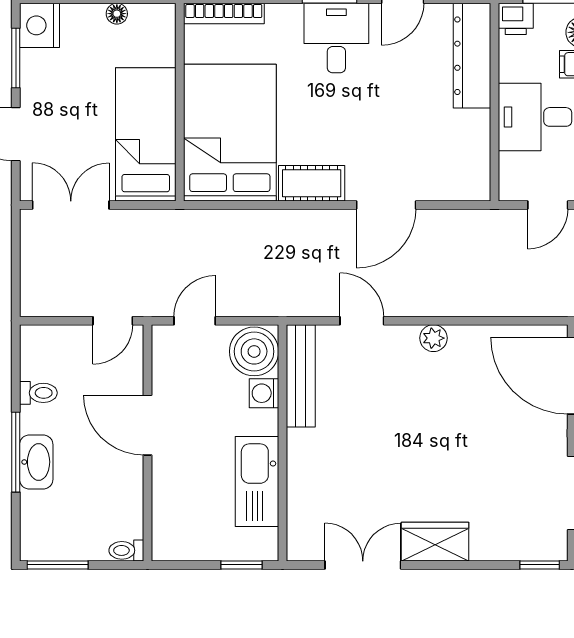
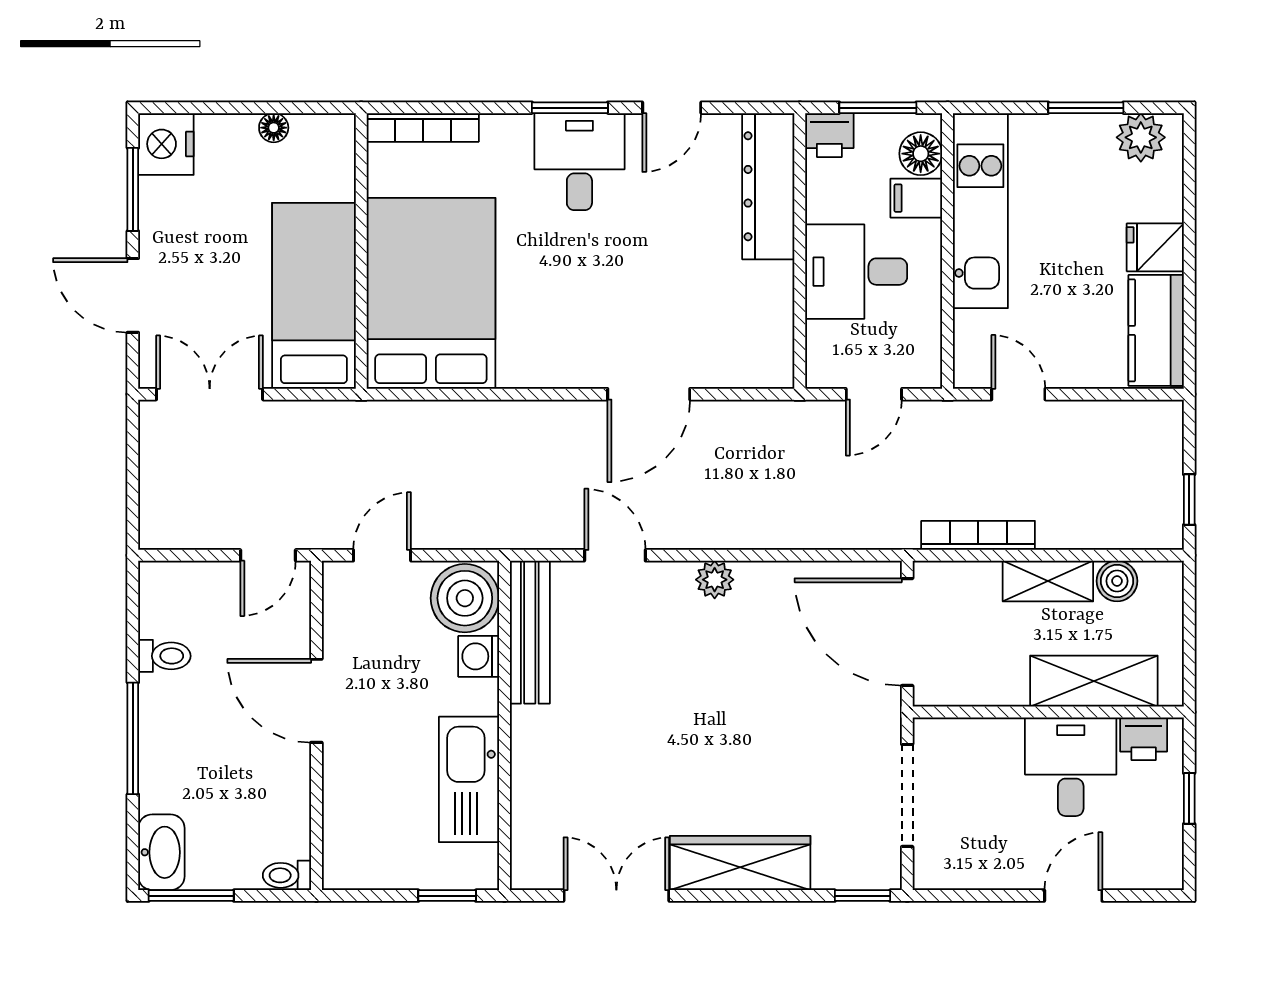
cot: (312, 183) -> (545, 364), removed
washbasin: (36, 462) -> (161, 852), moved
wardrobe: (435, 542) -> (740, 863), width x1.50

